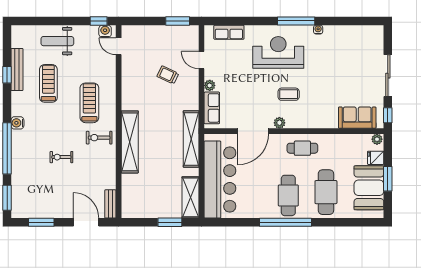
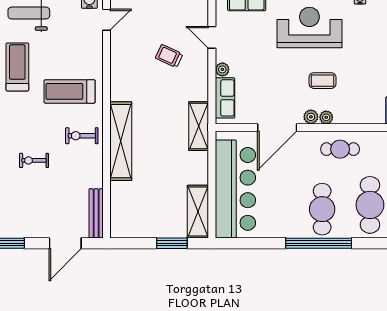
door: (119, 46) -> (107, 20), swing flipped
treadmill: (89, 103) -> (70, 91), turned -90
plant: (291, 123) -> (326, 117), added
shelving: (191, 139) -> (199, 126), width x0.68
bench: (110, 204) -> (96, 213), width x1.36
door: (86, 222) -> (65, 243), swing flipped

